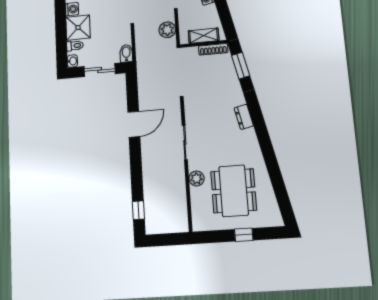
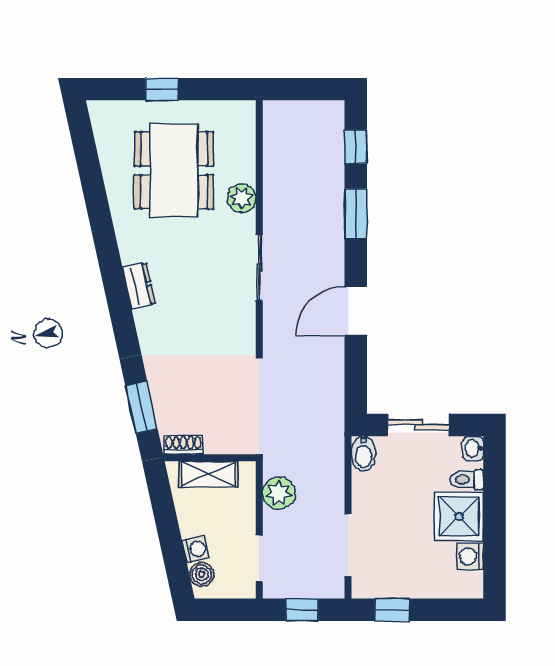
shoe rack: (213, 49) -> (183, 445), width x0.70
dresser: (244, 117) -> (139, 286), moved
window: (137, 175) -> (356, 214), added

